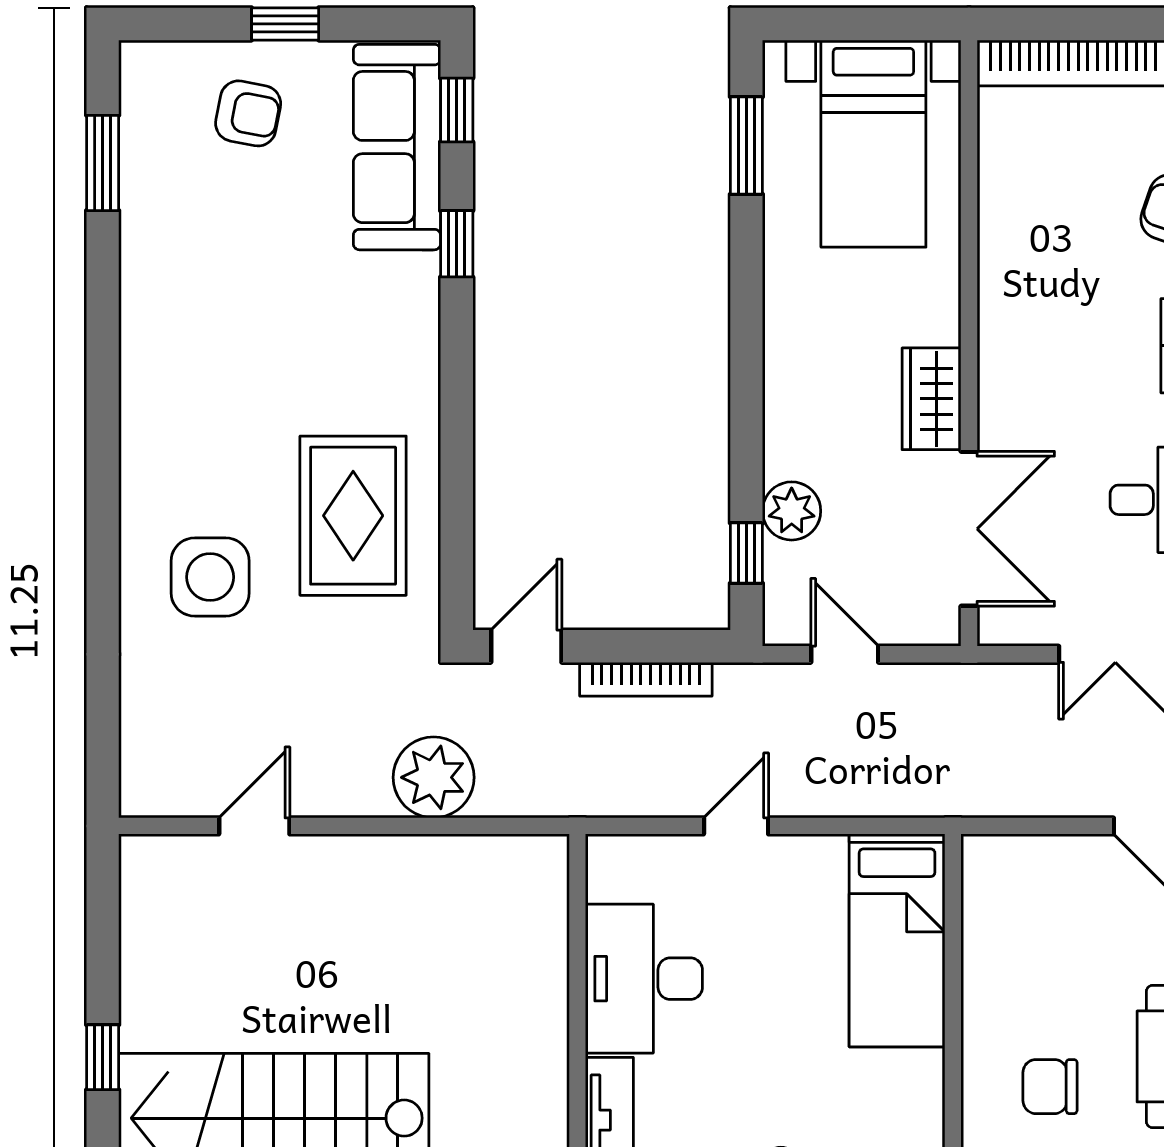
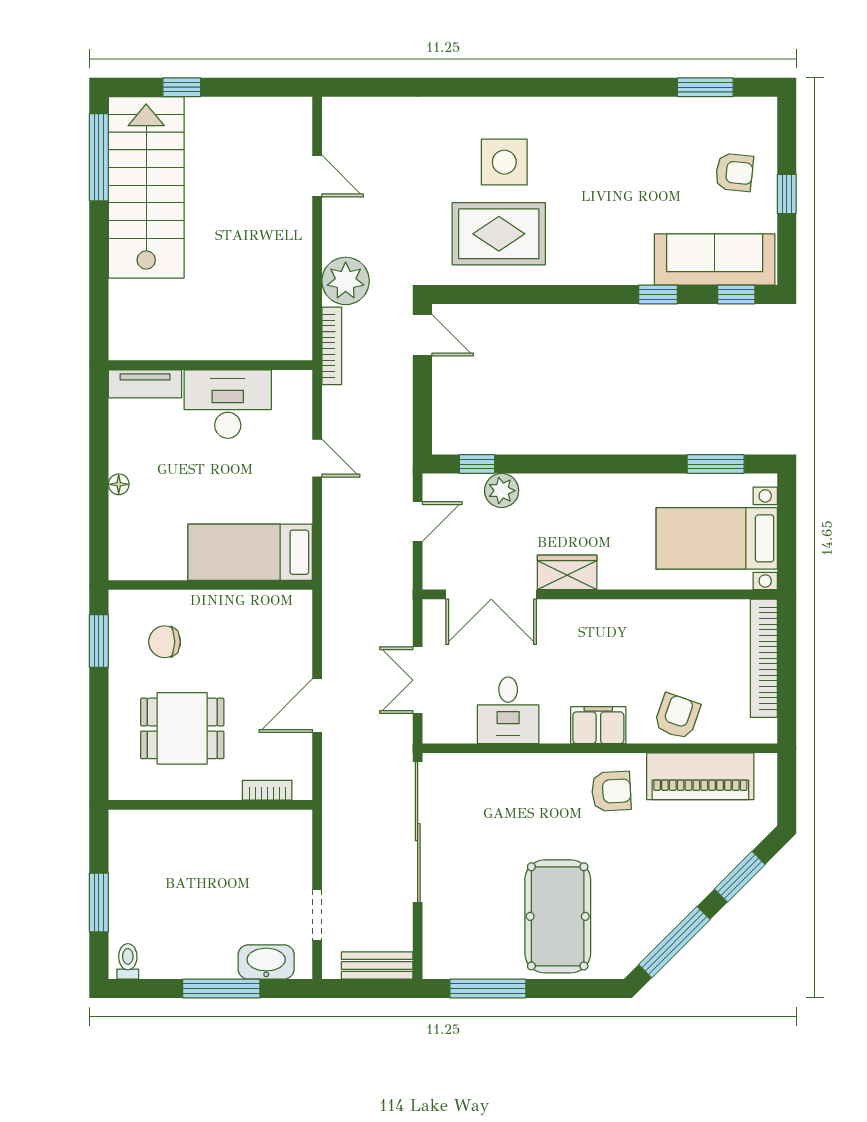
armchair: (248, 113) -> (734, 172), turned -95
side table: (210, 577) -> (504, 162), moved
bookcase: (646, 679) -> (332, 346), moved, turned 180
chair: (1050, 1087) -> (165, 642), turned -90

